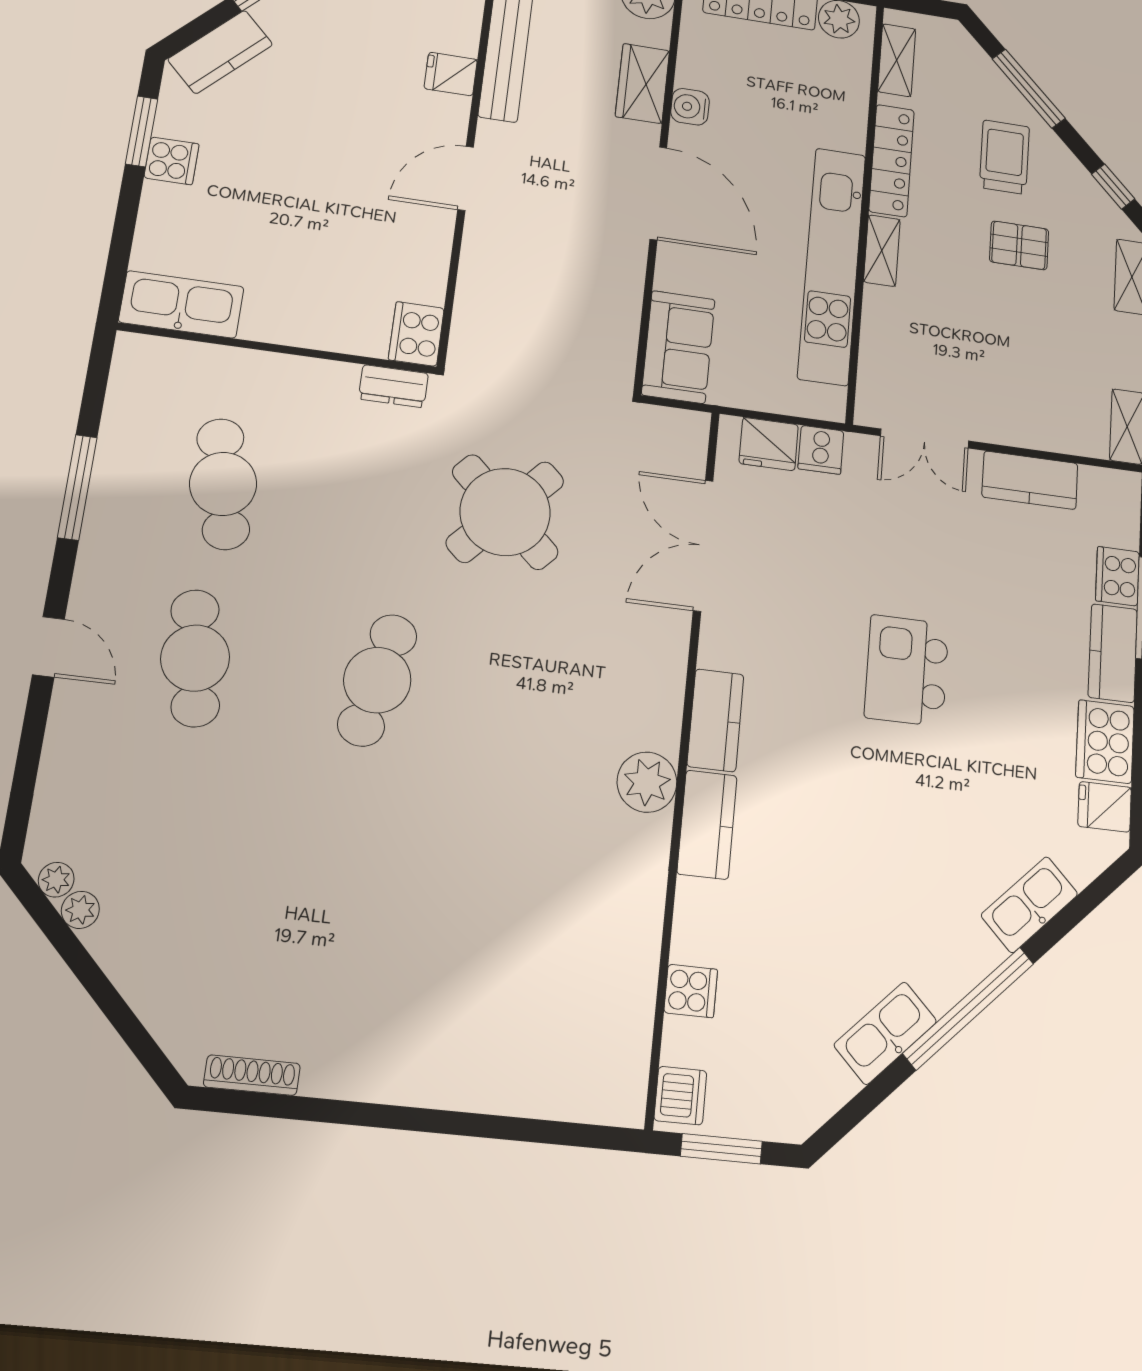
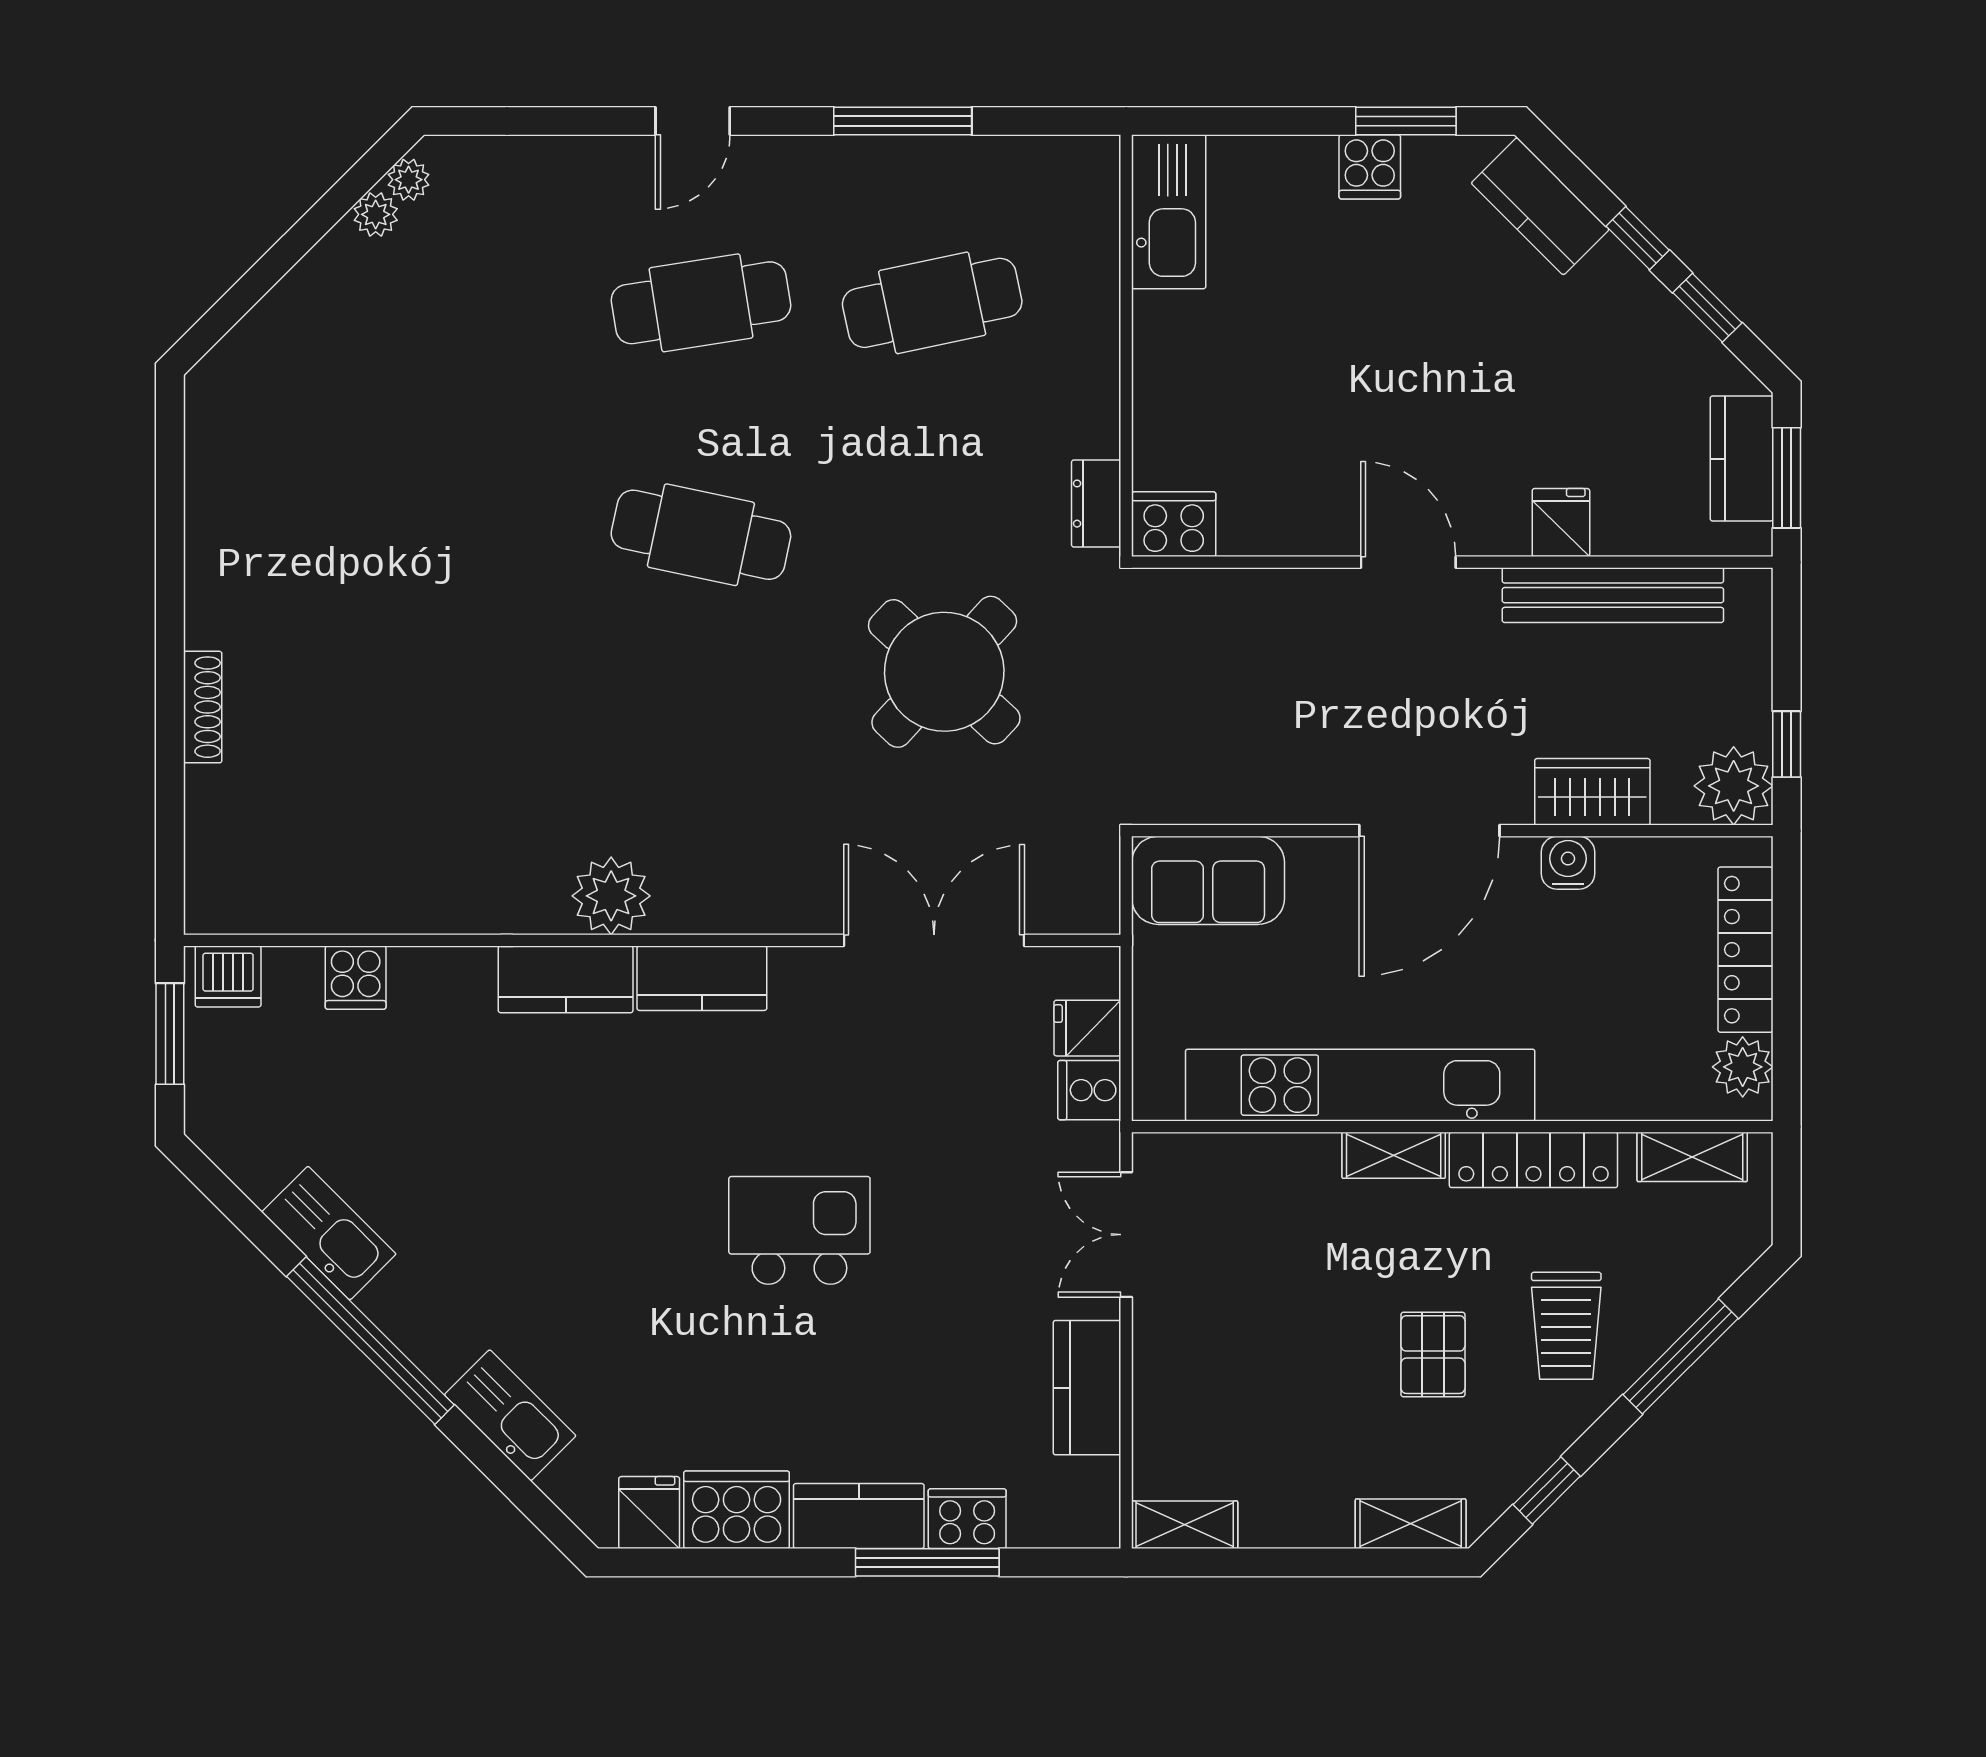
trolley: (1004, 157) -> (1566, 1326), turned 90
fridge: (769, 444) -> (1087, 1028), width x0.72
shoe rack: (252, 1075) -> (203, 707), moved

